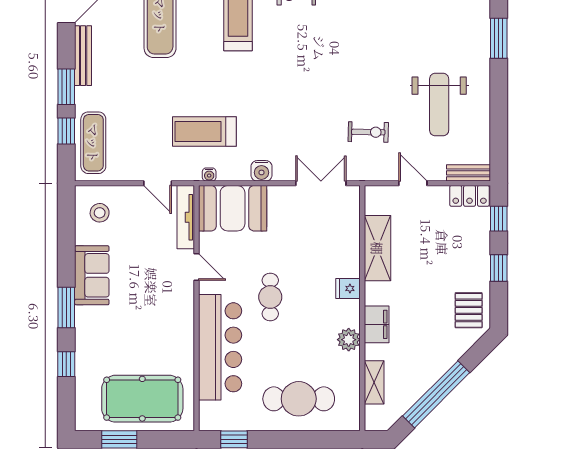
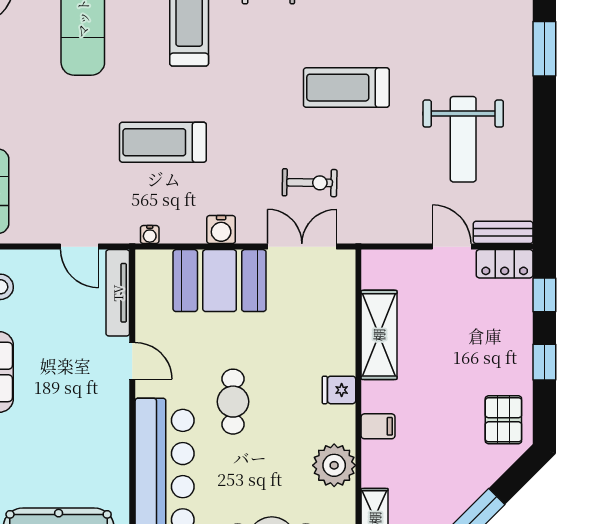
treadmill: (353, 67) -> (346, 88), added
treadmill: (204, 131) -> (163, 142), moved
exercise bike: (368, 132) -> (310, 183), moved
door: (413, 183) -> (452, 247), moved
booth: (233, 208) -> (220, 281), moved
filing cabinet: (377, 324) -> (378, 426), width x0.50
plant: (349, 340) -> (334, 465), width x1.36, depth x1.36

